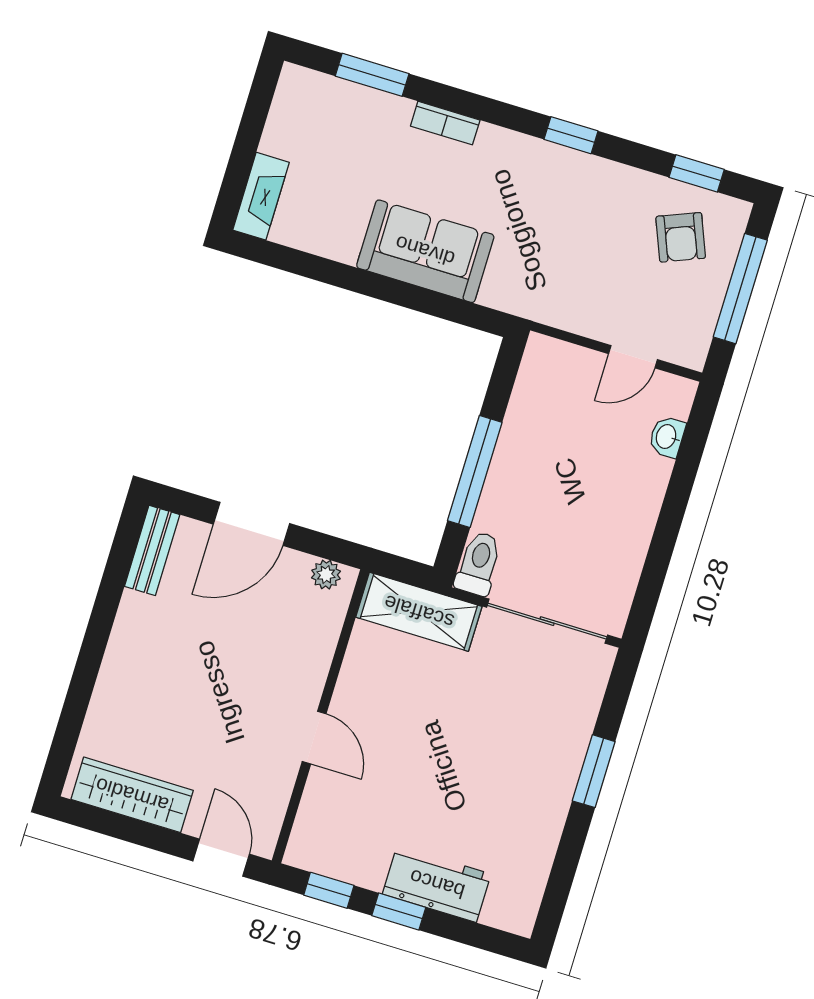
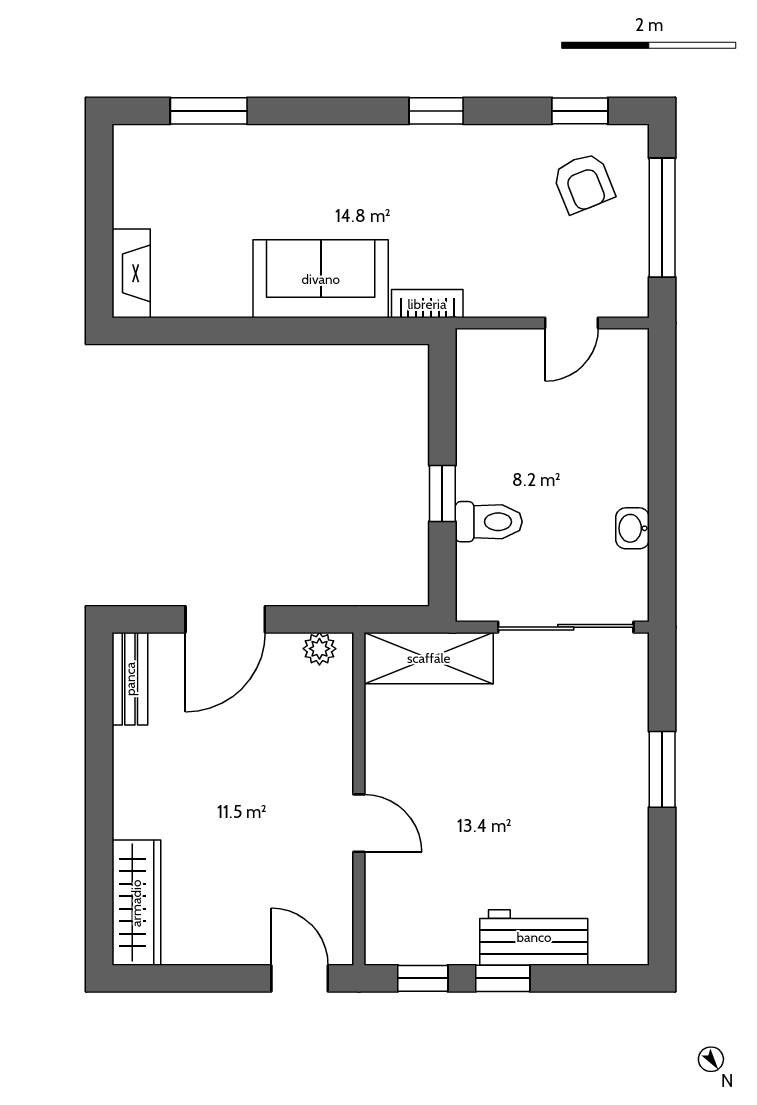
bookcase: (445, 123) -> (427, 304), moved, turned 180
washbasin: (667, 437) -> (632, 528), moved
window: (475, 471) -> (442, 493), width x0.46
toilet: (479, 563) -> (489, 522), moved, turned 90
wardrobe: (132, 795) -> (136, 903), moved, turned 90

